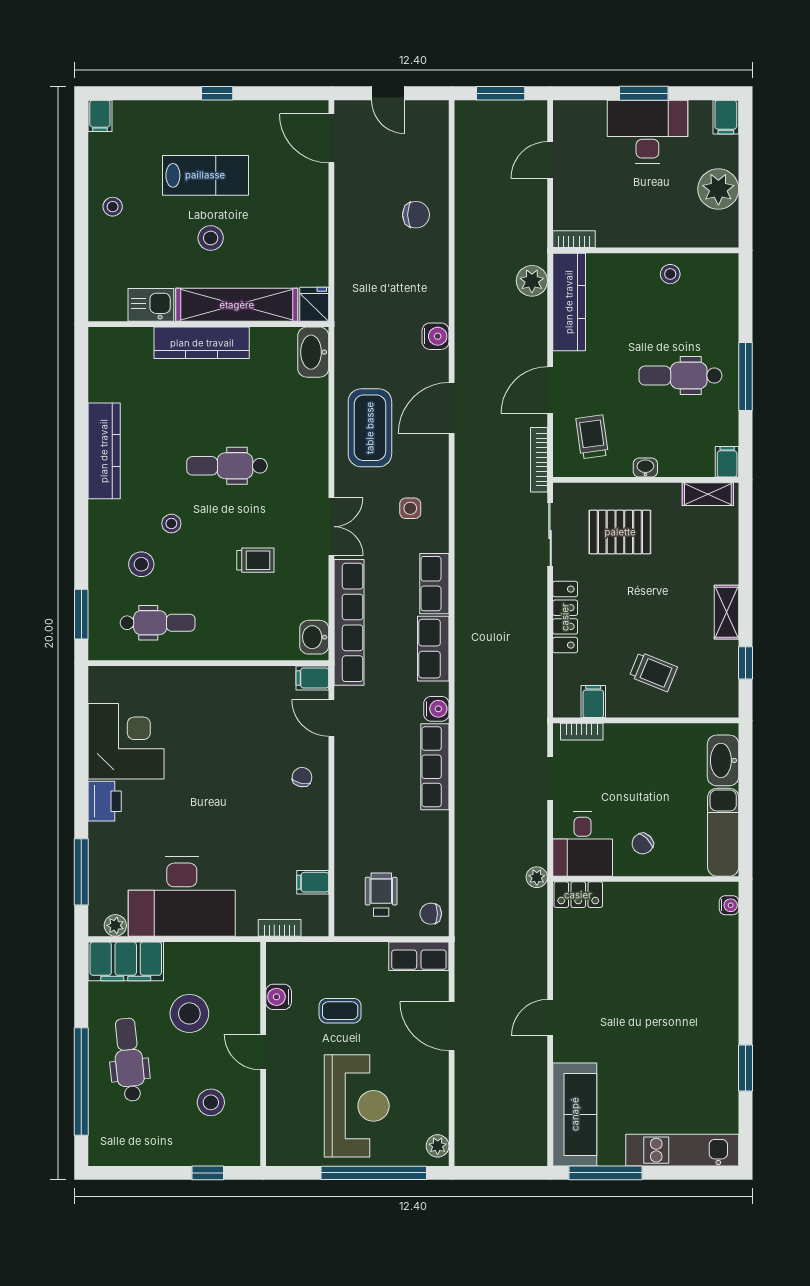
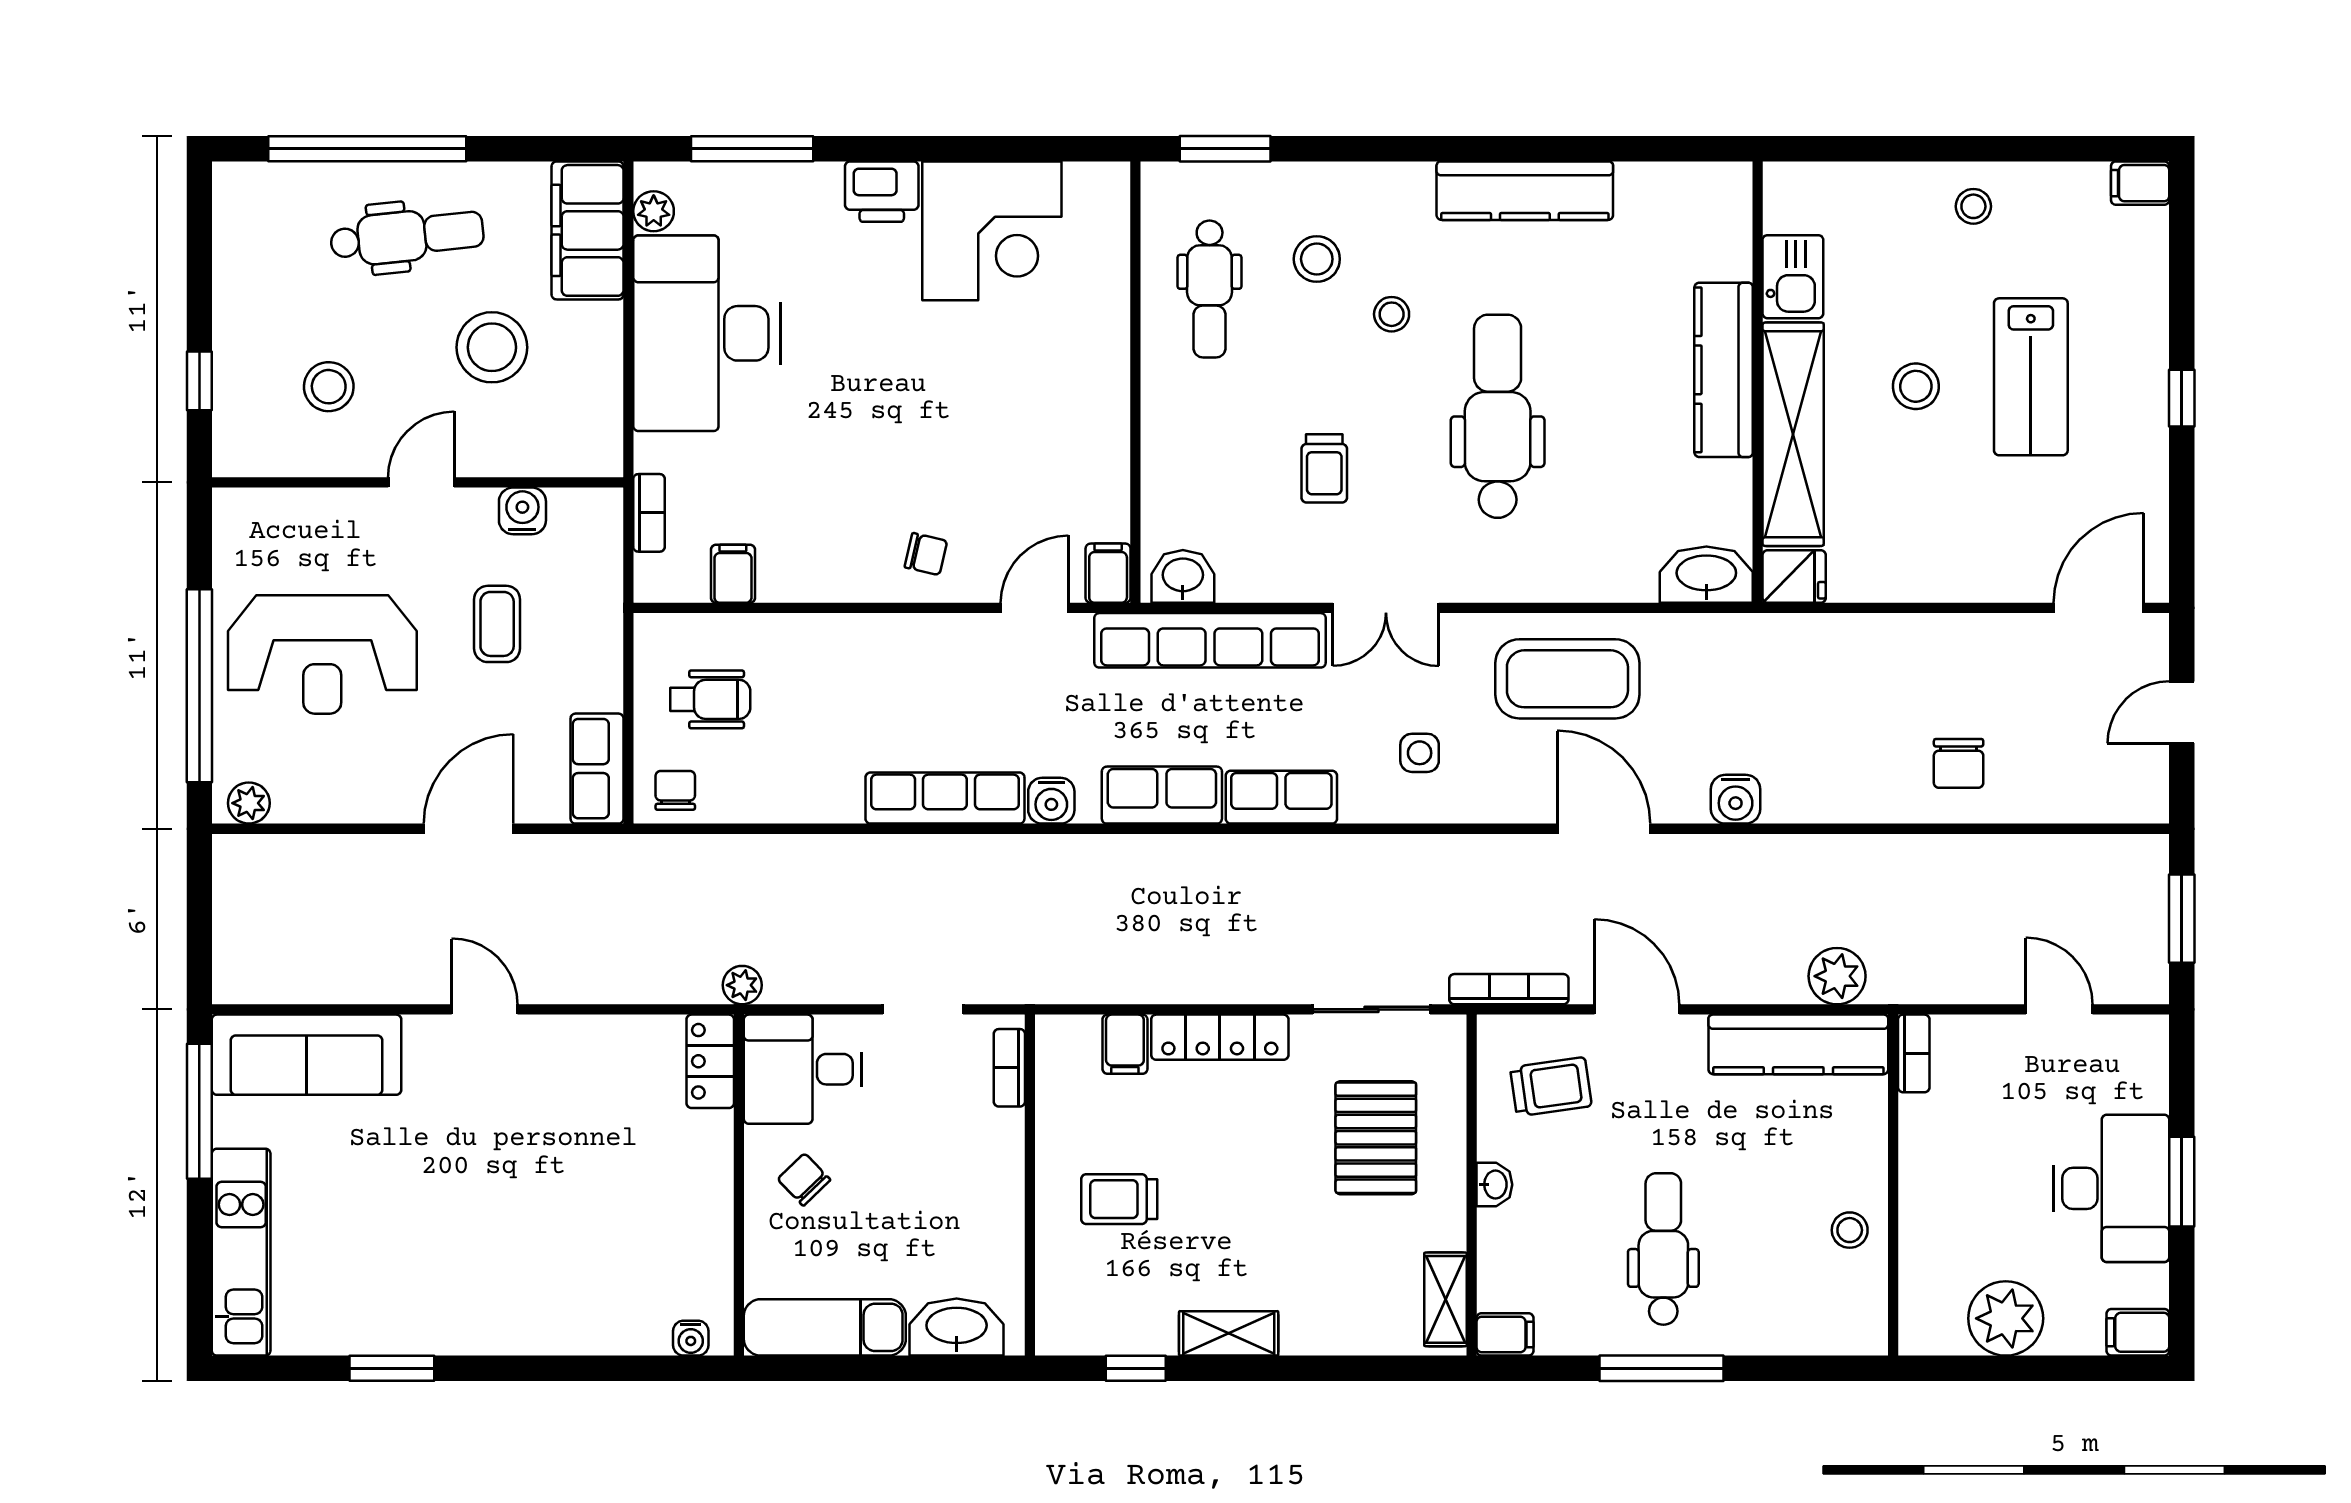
dental chair: (227, 466) -> (1498, 416), width x1.36, depth x1.38
trolley: (653, 672) -> (1119, 1199), turned 68
filing cabinet: (593, 702) -> (1125, 1044), moved, turned 90

